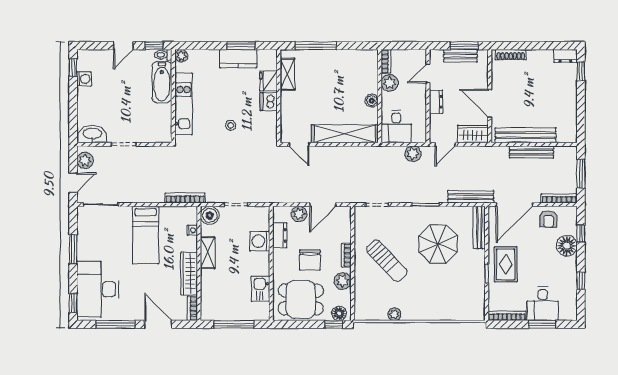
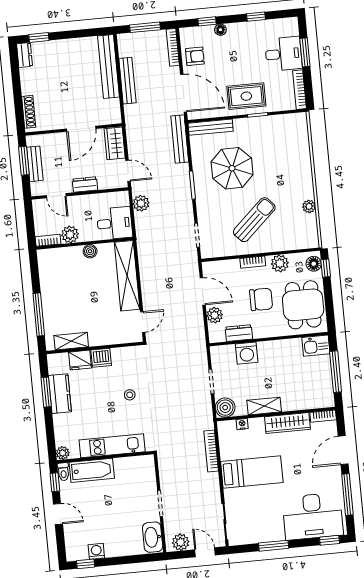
bench: (526, 135) -> (109, 66), moved
bookcase: (185, 198) -> (211, 451), moved
floor lamp: (567, 246) -> (220, 30), width x0.53, depth x0.53
kitchen sink: (260, 289) -> (316, 346), moved

